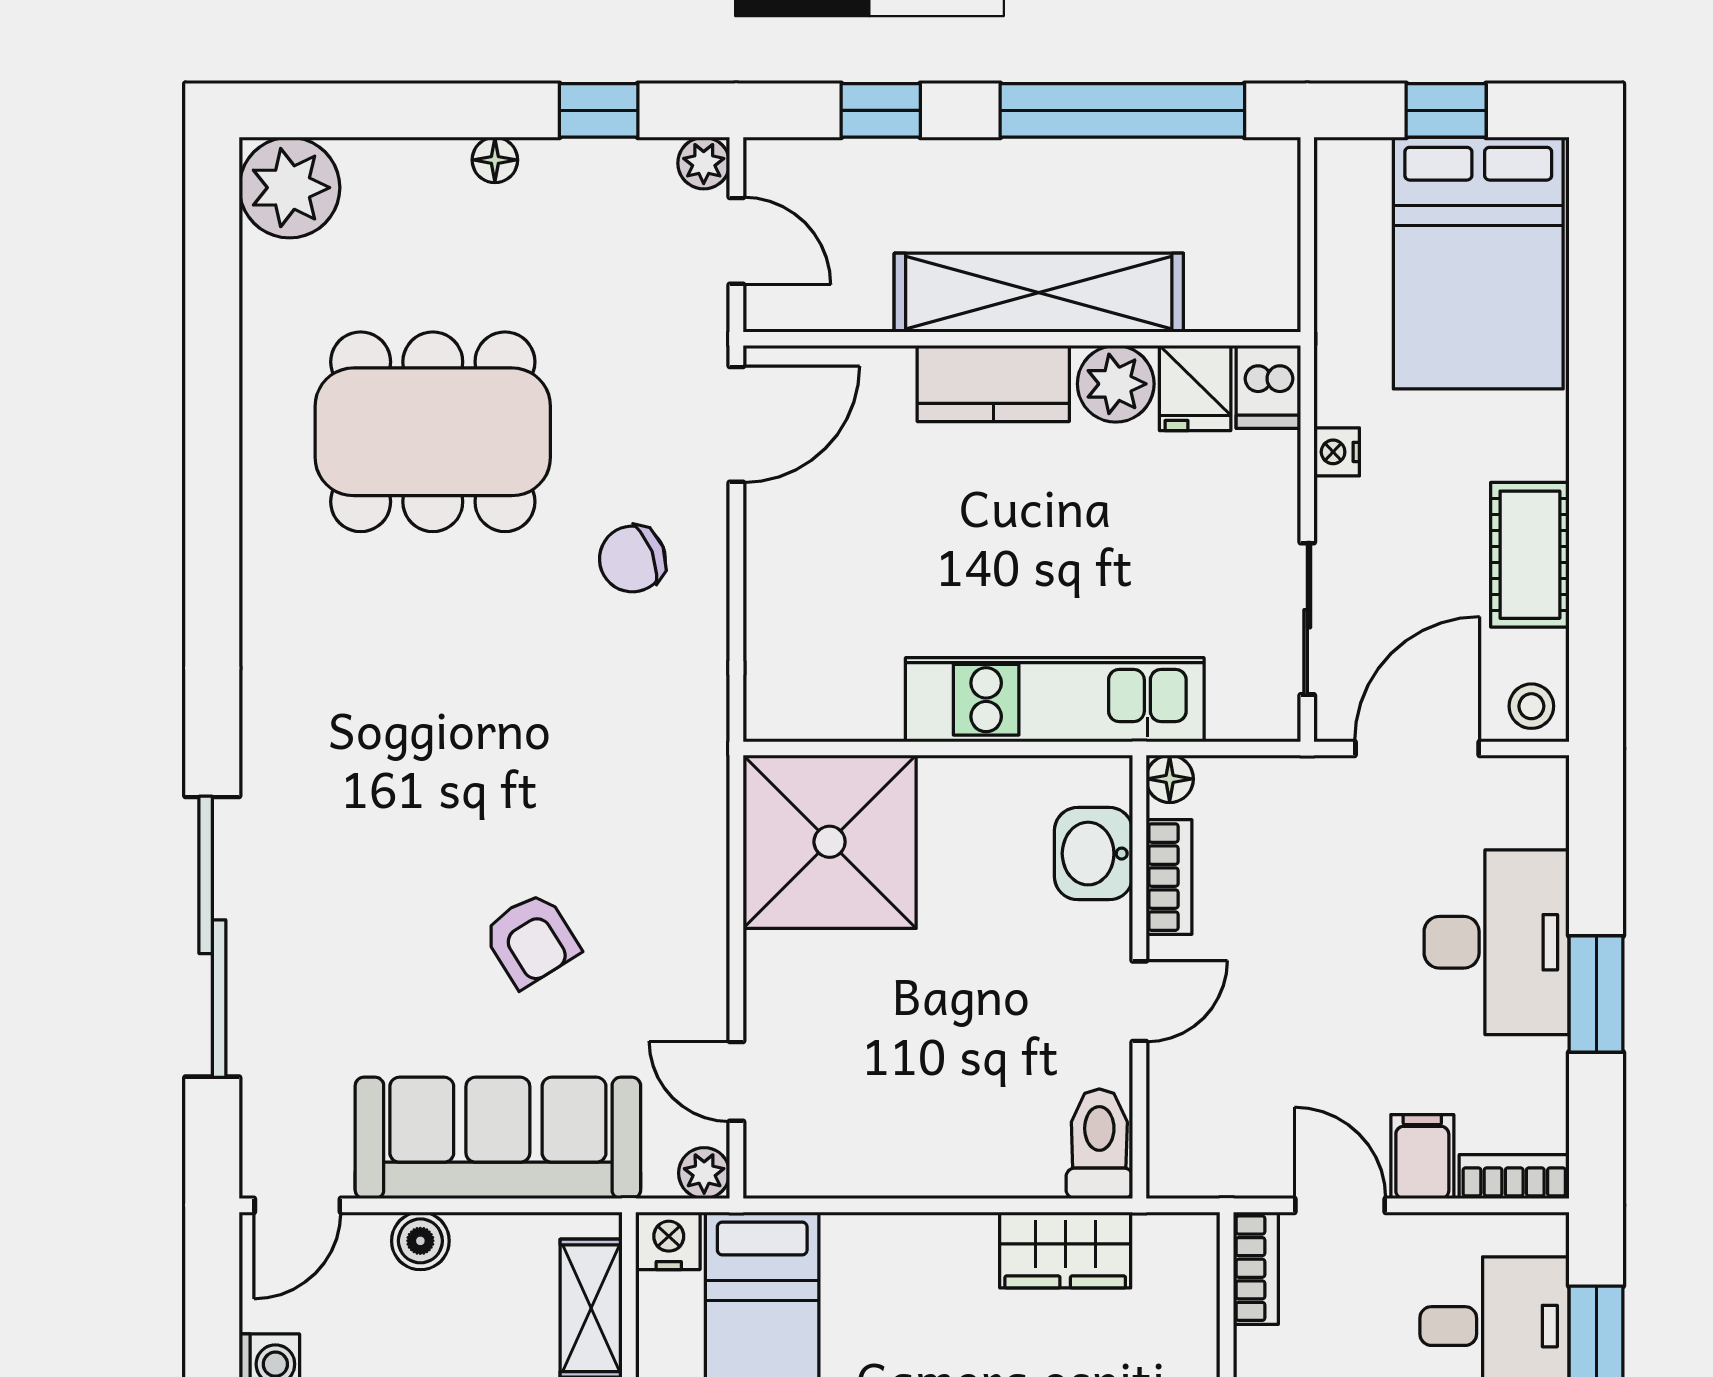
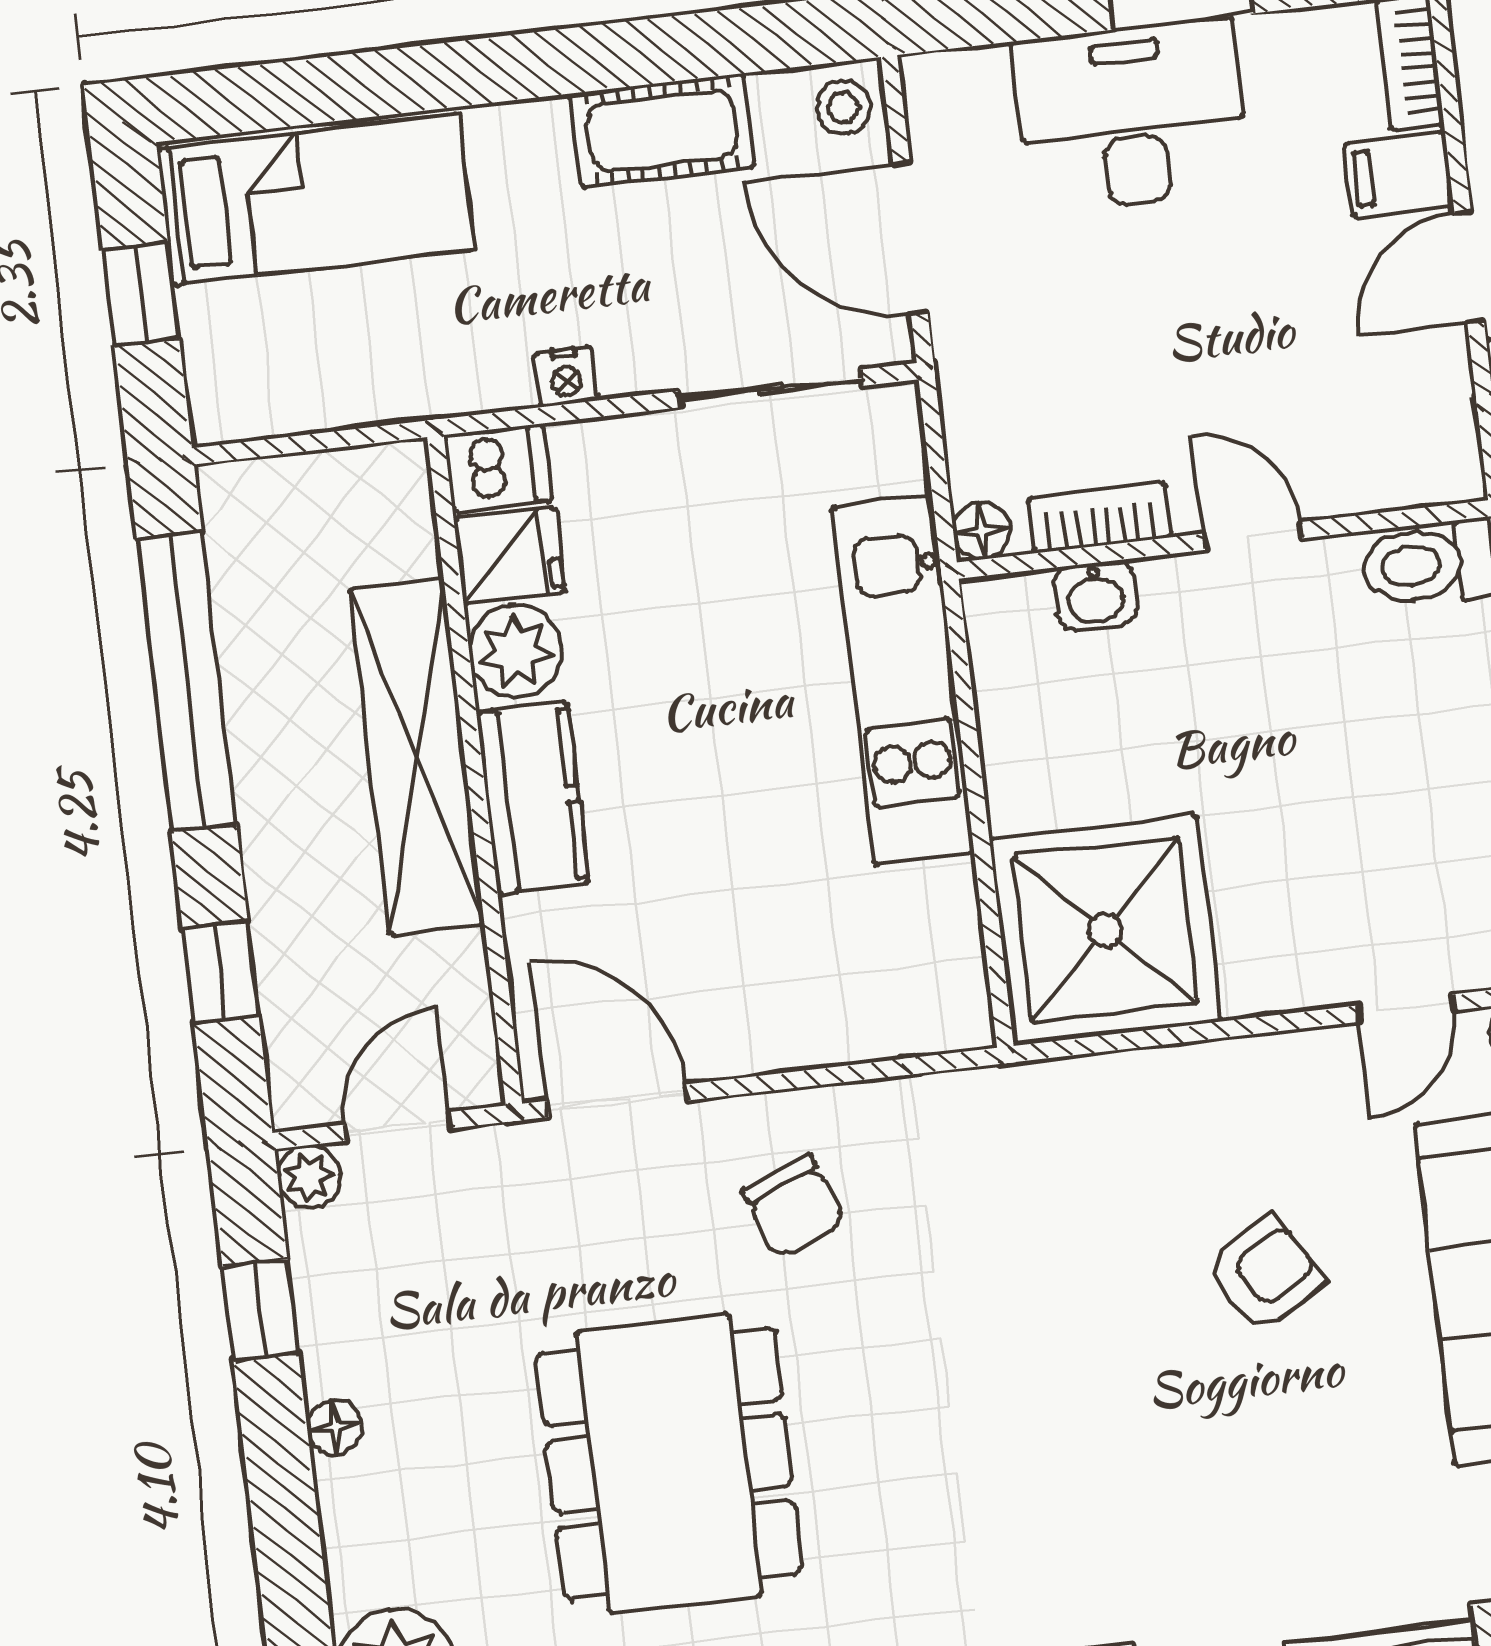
bed: (1478, 263) -> (316, 200), width x0.67
washbasin: (1094, 854) -> (1096, 595), width x0.72, depth x0.69

